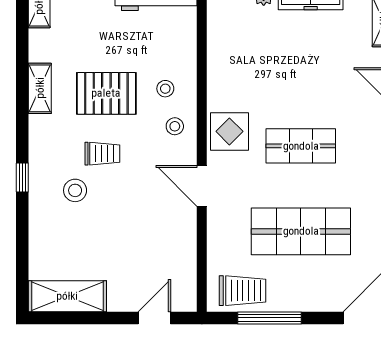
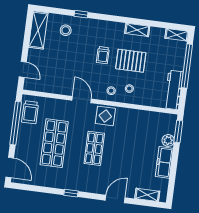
pallet: (106, 93) -> (131, 61), turned 90
window: (22, 177) -> (81, 14), moved
door: (202, 186) -> (82, 100), hinge flipped
stool: (75, 190) -> (66, 30), moved
window: (269, 318) -> (16, 123), width x1.46

